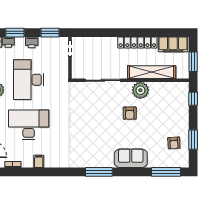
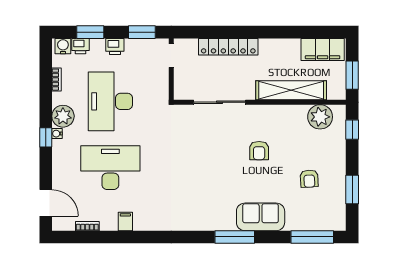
locker: (137, 42) -> (228, 47), moved
plant: (140, 90) -> (320, 117), moved
armchair: (174, 143) -> (309, 179), moved
window: (99, 172) -> (235, 237), moved

